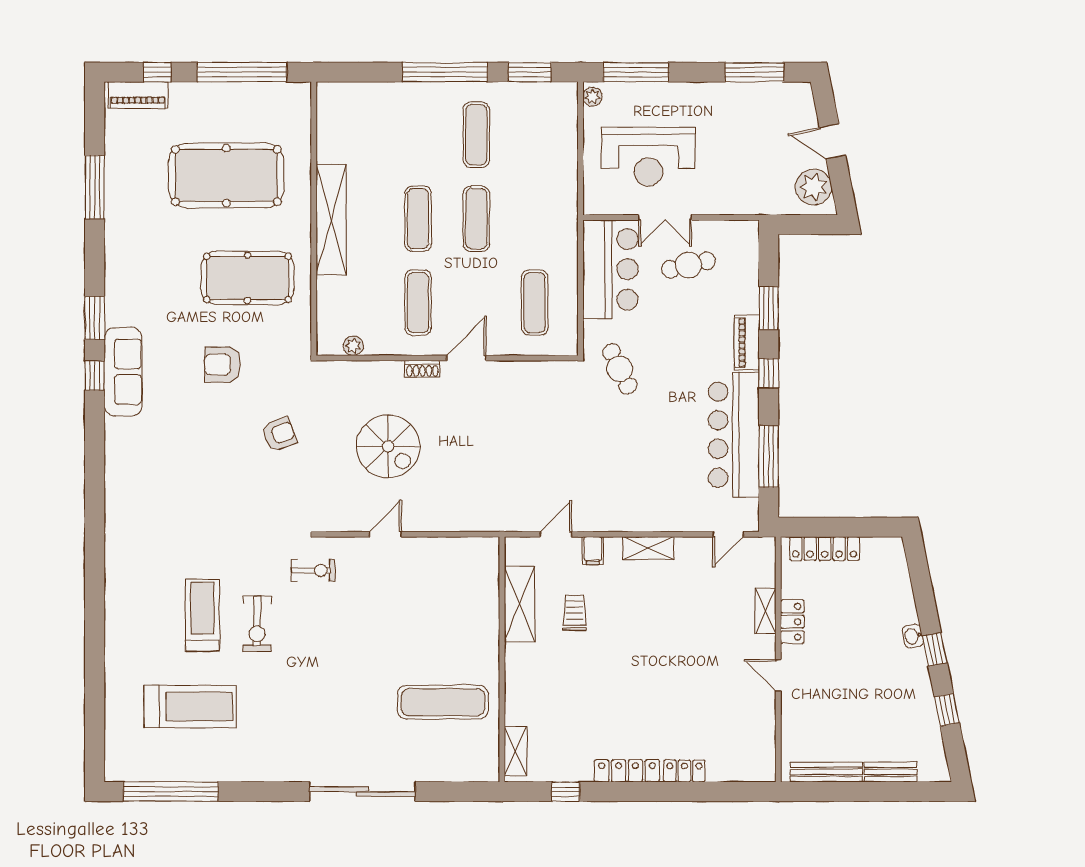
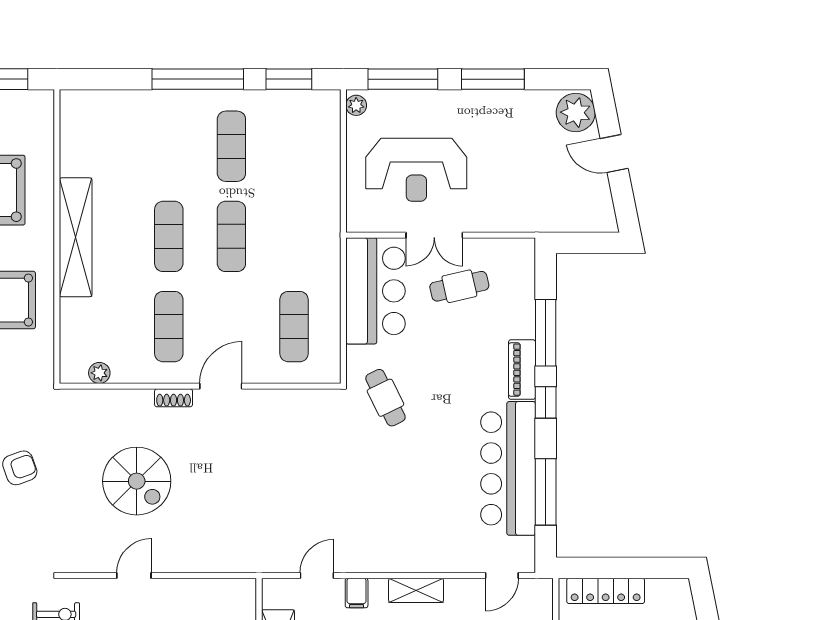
window: (755, 72) -> (493, 79), moved
plant: (814, 187) -> (576, 113), moved
window: (769, 308) -> (546, 333), width x1.44

